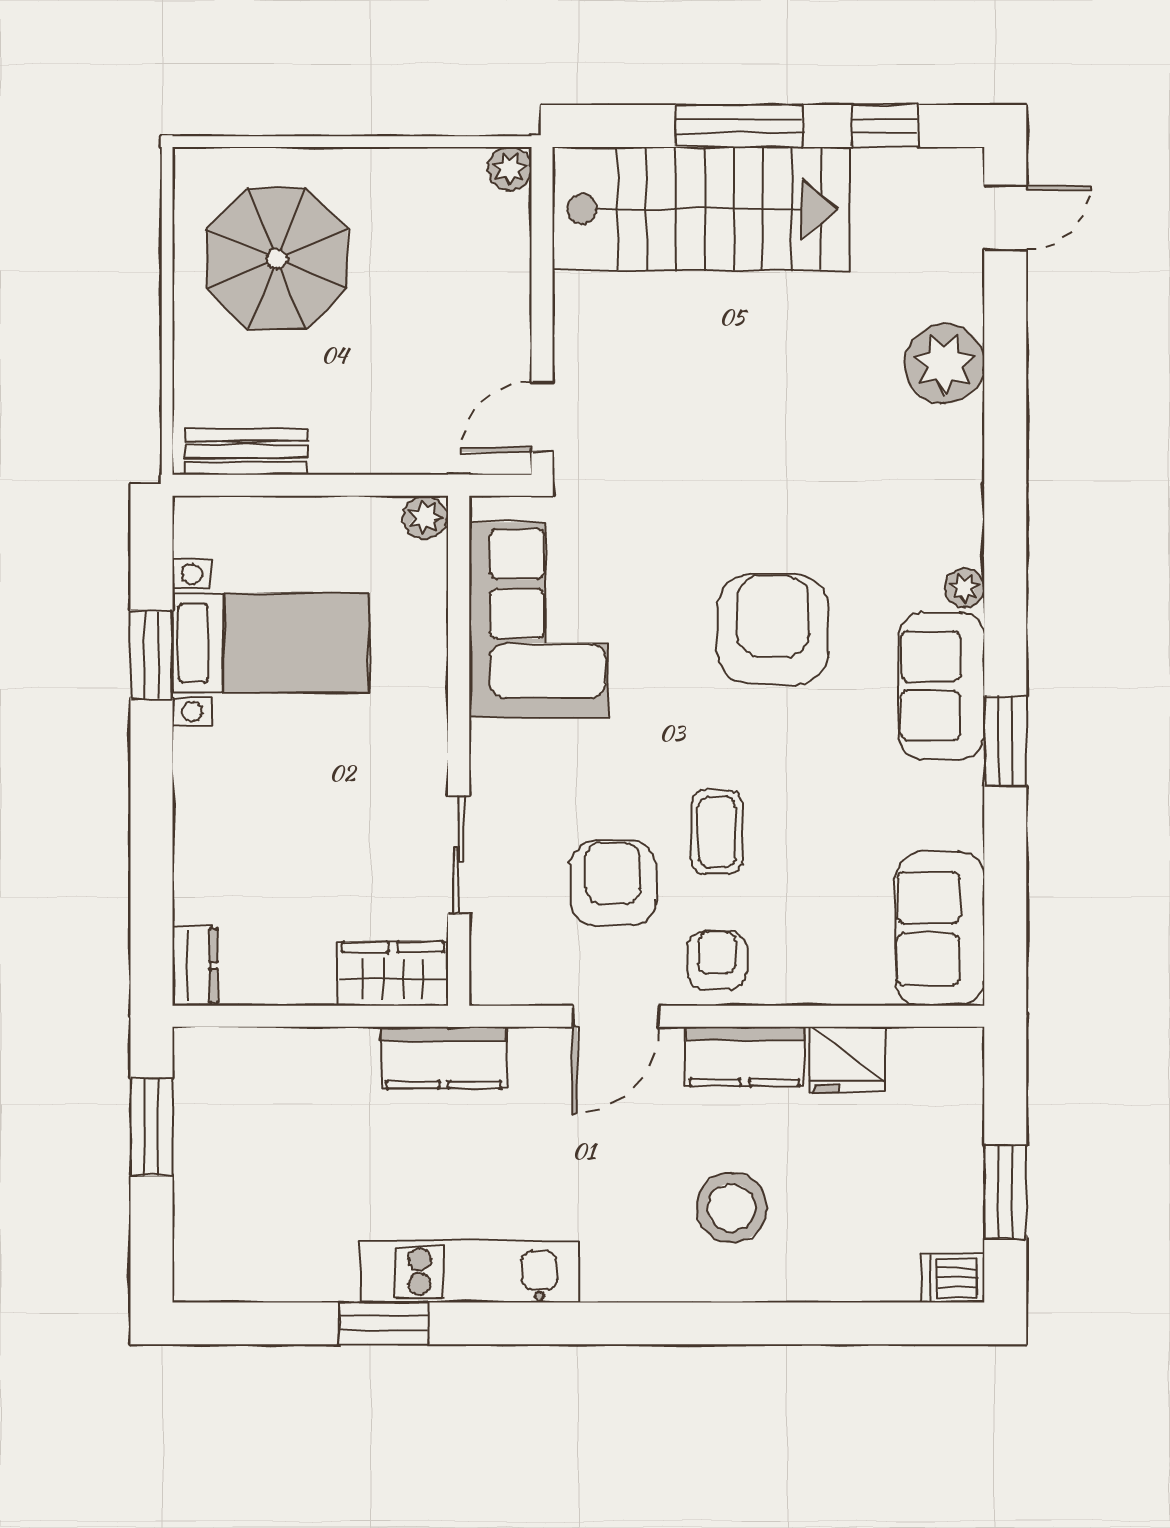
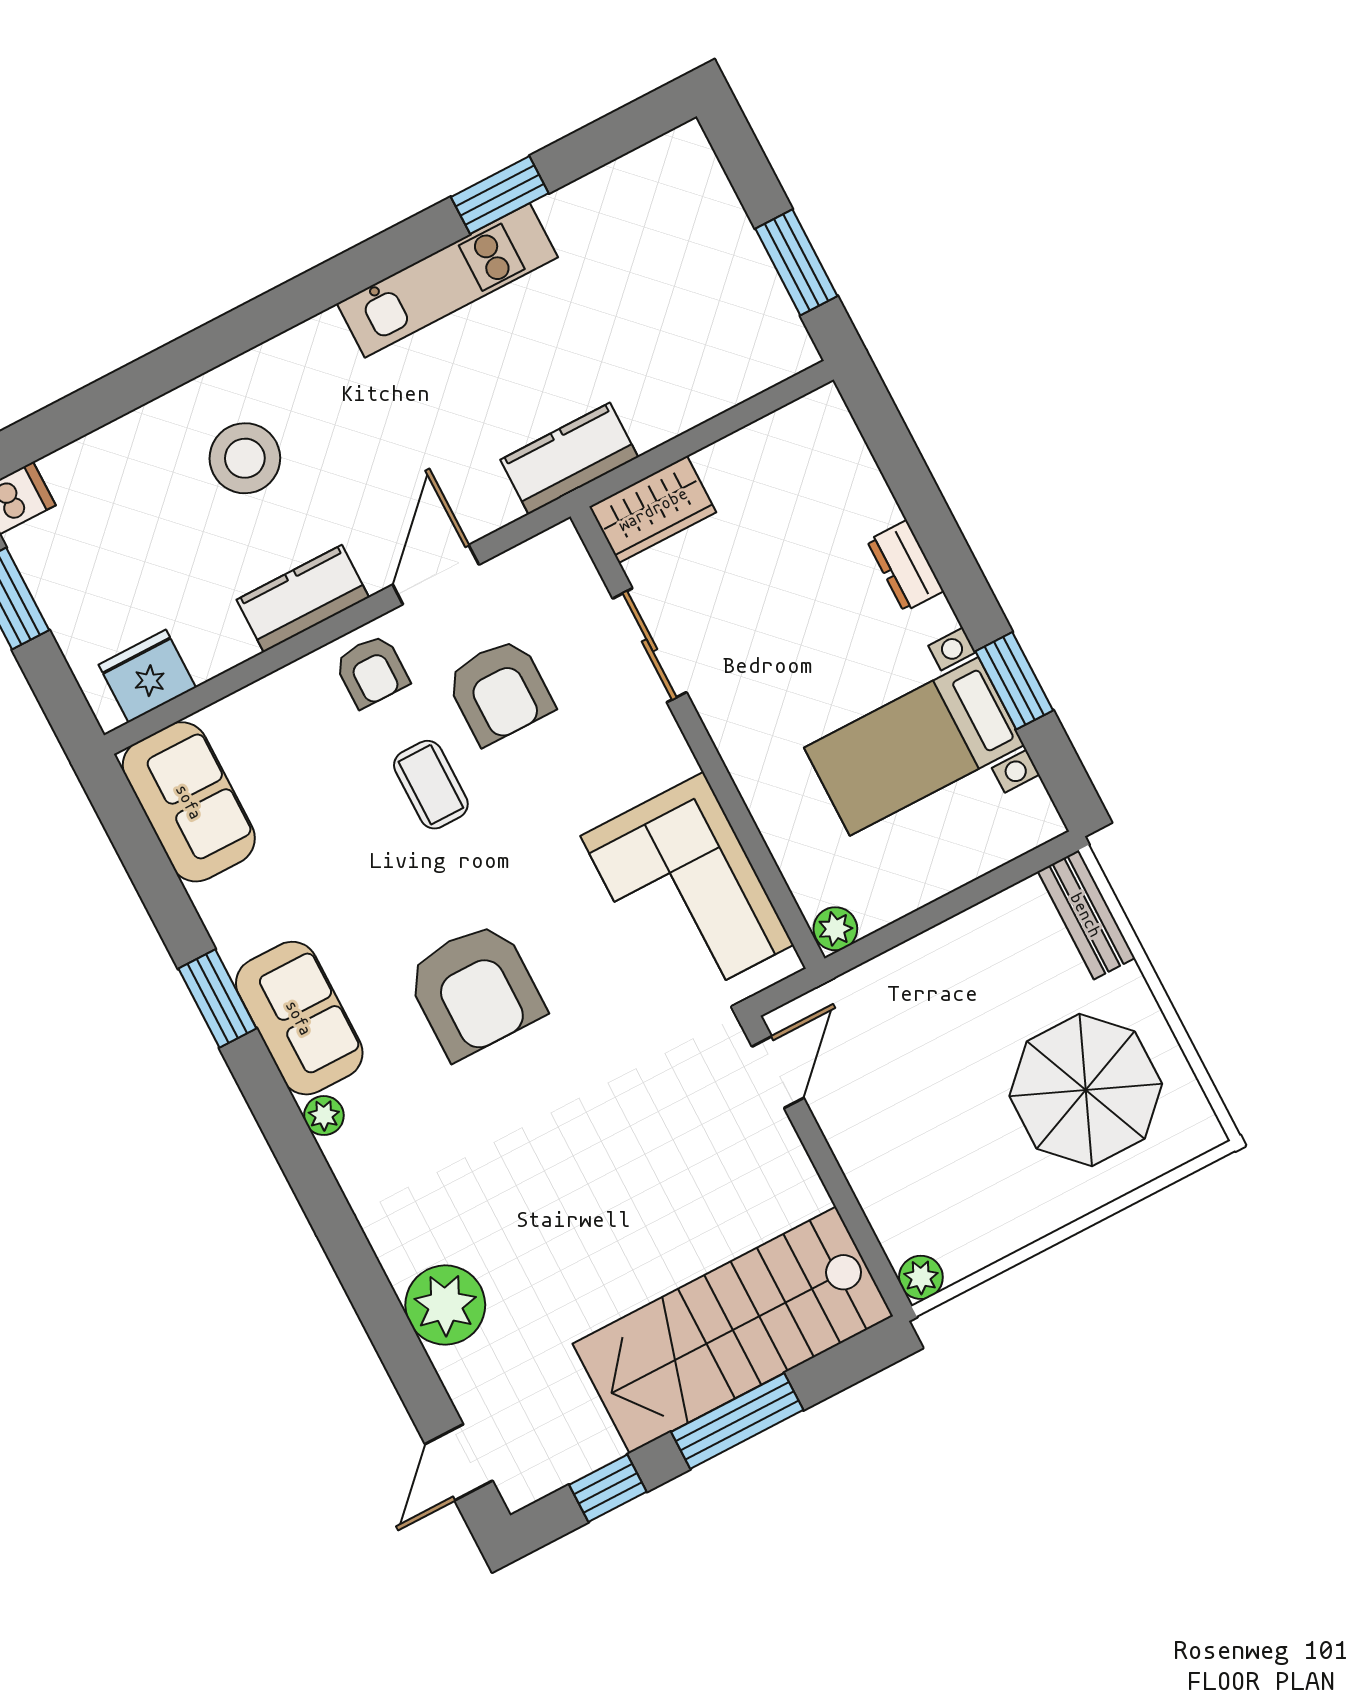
bench: (246, 452) -> (1086, 915), moved, turned 90
dresser: (195, 966) -> (905, 566), moved
fridge: (846, 1059) -> (147, 676), moved

